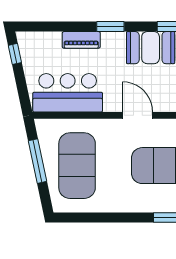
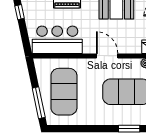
window: (37, 161) -> (39, 103), moved

